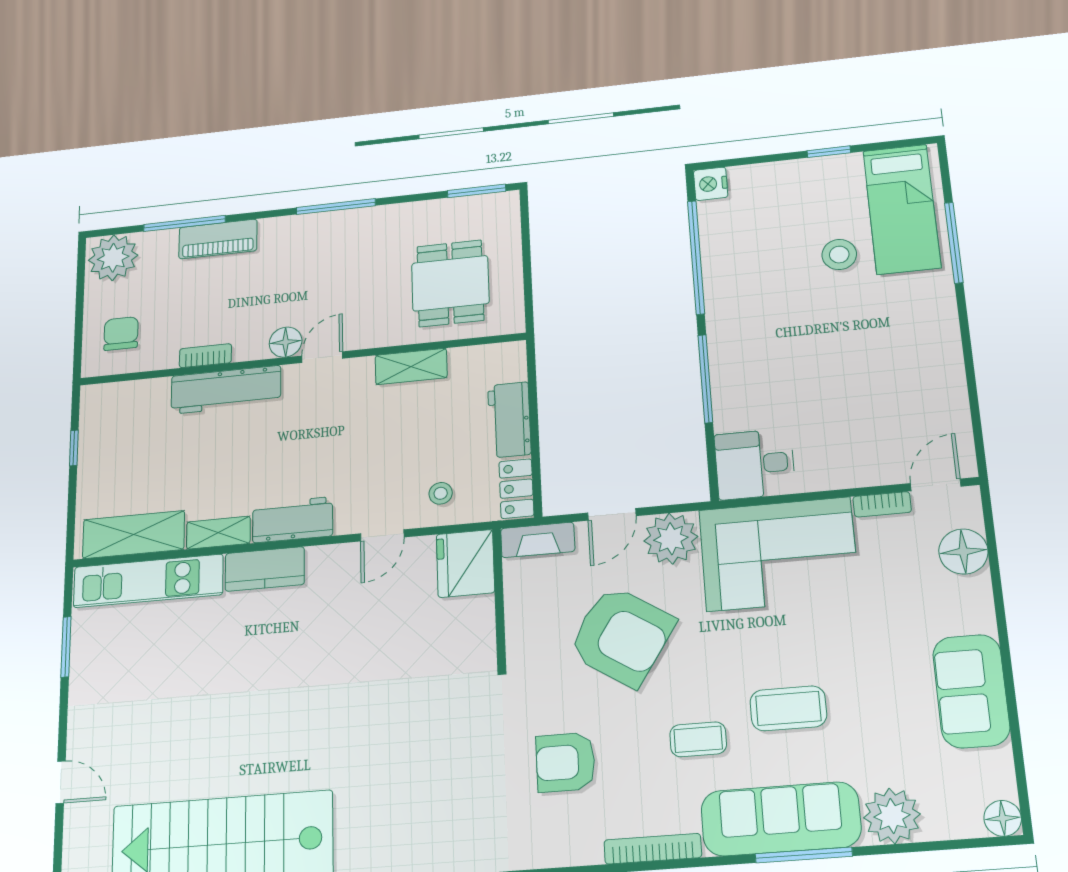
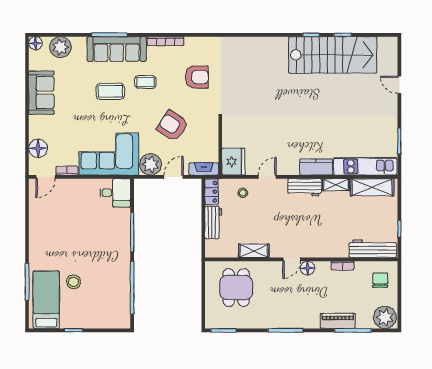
nightstand: (711, 184) -> (124, 321), removed
chair: (121, 334) -> (380, 280), turned 180
workbench: (226, 390) -> (373, 249), moved
armchair: (621, 636) -> (172, 126), width x0.73, depth x0.73
plant: (892, 816) -> (60, 47), moved

